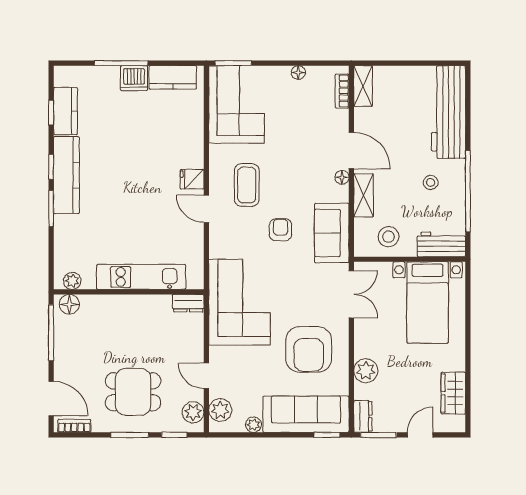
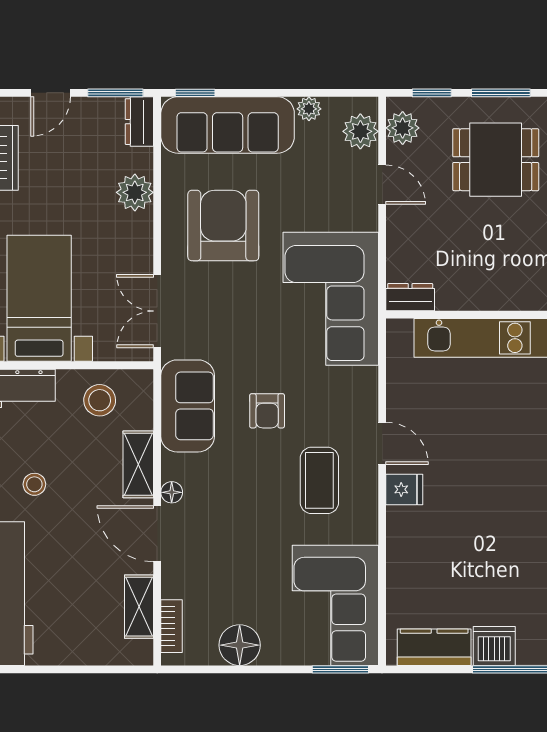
floor lamp: (298, 73) -> (240, 645), width x1.89, depth x1.89
shelving: (363, 86) -> (139, 607), moved

